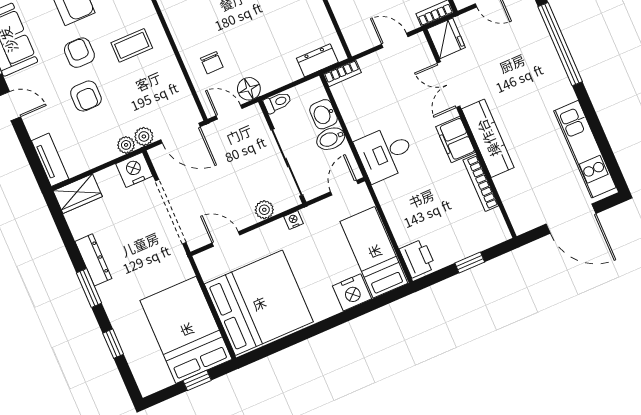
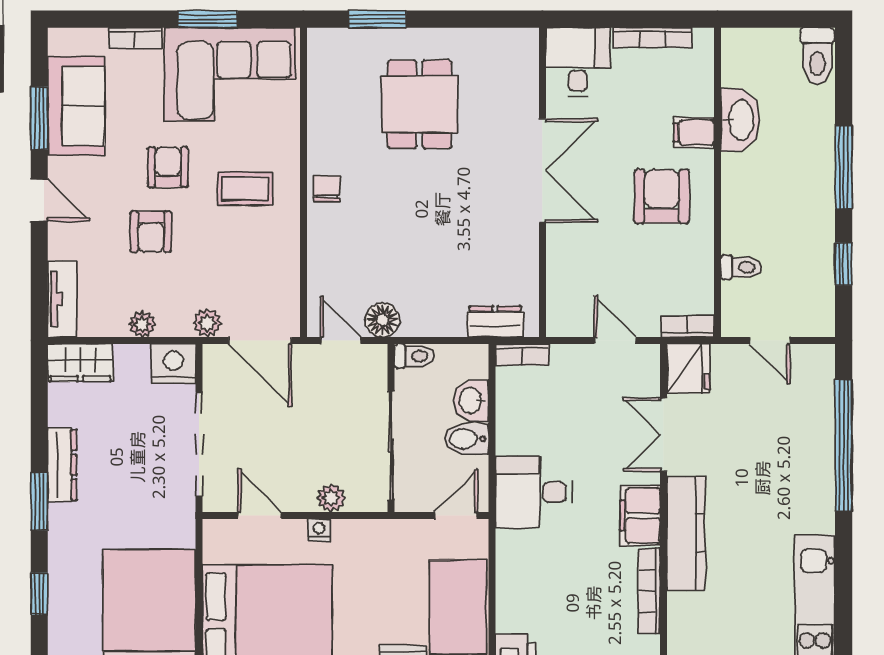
chair: (212, 63) -> (327, 189), moved, turned 180
plant: (126, 145) -> (142, 324), moved
nightstand: (294, 220) -> (319, 530), moved

